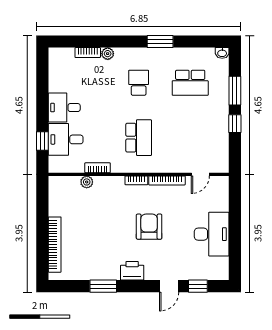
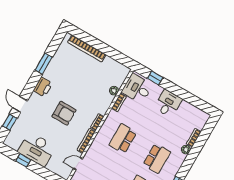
school desk: (139, 83) -> (157, 158), width x1.85
school desk: (139, 138) -> (123, 139), turned 90
desk: (66, 139) -> (137, 88), moved, turned -90
door: (200, 174) -> (78, 164), hinge flipped
window: (235, 243) -> (23, 160), added

